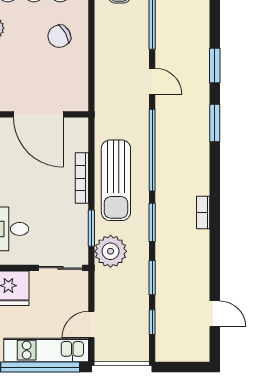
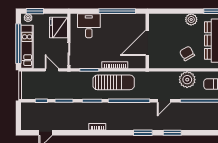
sun lounger: (116, 180) -> (114, 82), turned 180
plant: (111, 251) -> (187, 80), moved
door: (91, 325) -> (52, 70), moved

